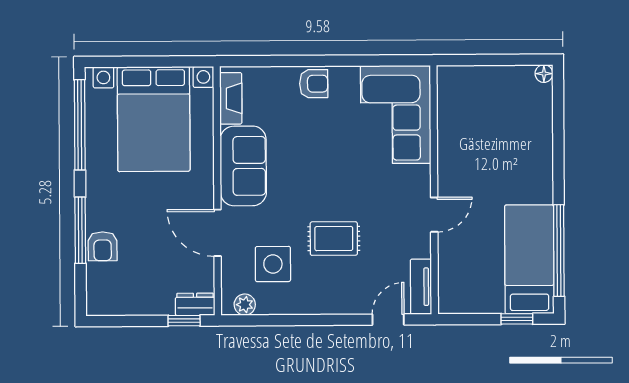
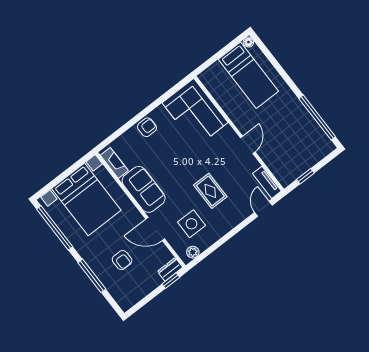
rug: (334, 239) -> (210, 191), turned 90
armchair: (103, 246) -> (122, 260), moved
bed: (529, 259) -> (248, 75), moved, turned 180
window: (517, 319) -> (305, 176), moved

